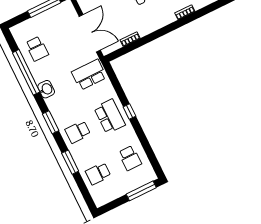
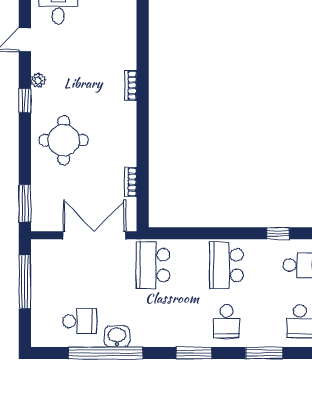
washbasin: (46, 89) -> (117, 336), moved
window: (129, 112) -> (278, 233), moved
school desk: (110, 116) -> (226, 265), turned -90

